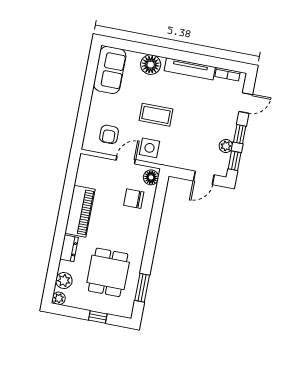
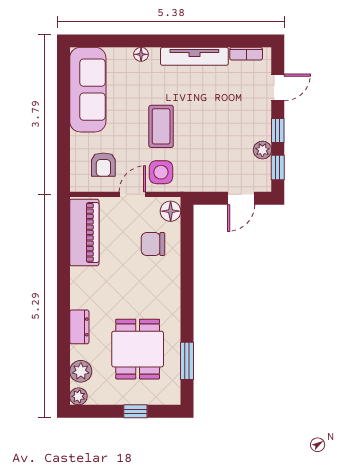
floor lamp: (151, 65) -> (141, 54), width x0.53, depth x0.53
sofa: (110, 70) -> (88, 90), width x1.36
coffee table: (156, 115) -> (161, 126), turned 90
piano: (80, 211) -> (84, 232), moved

